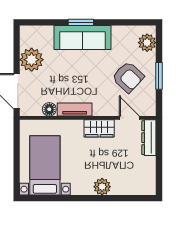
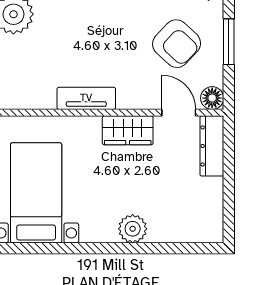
floor lamp: (49, 109) -> (212, 98), moved

